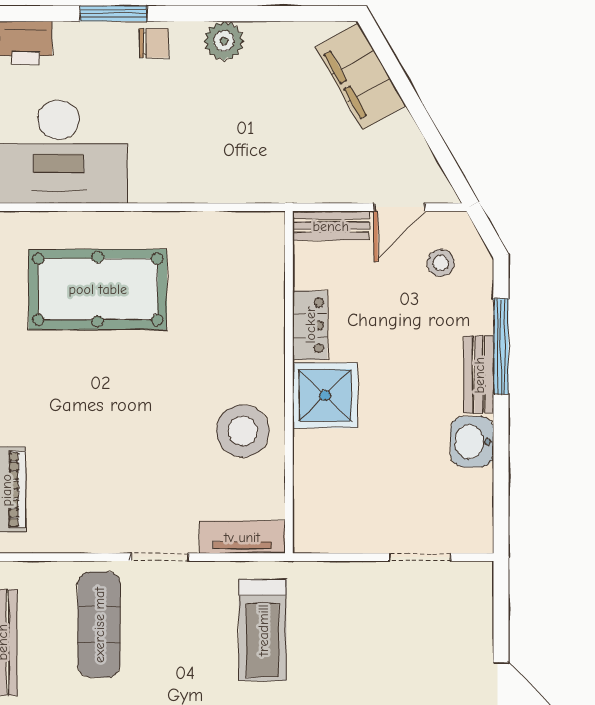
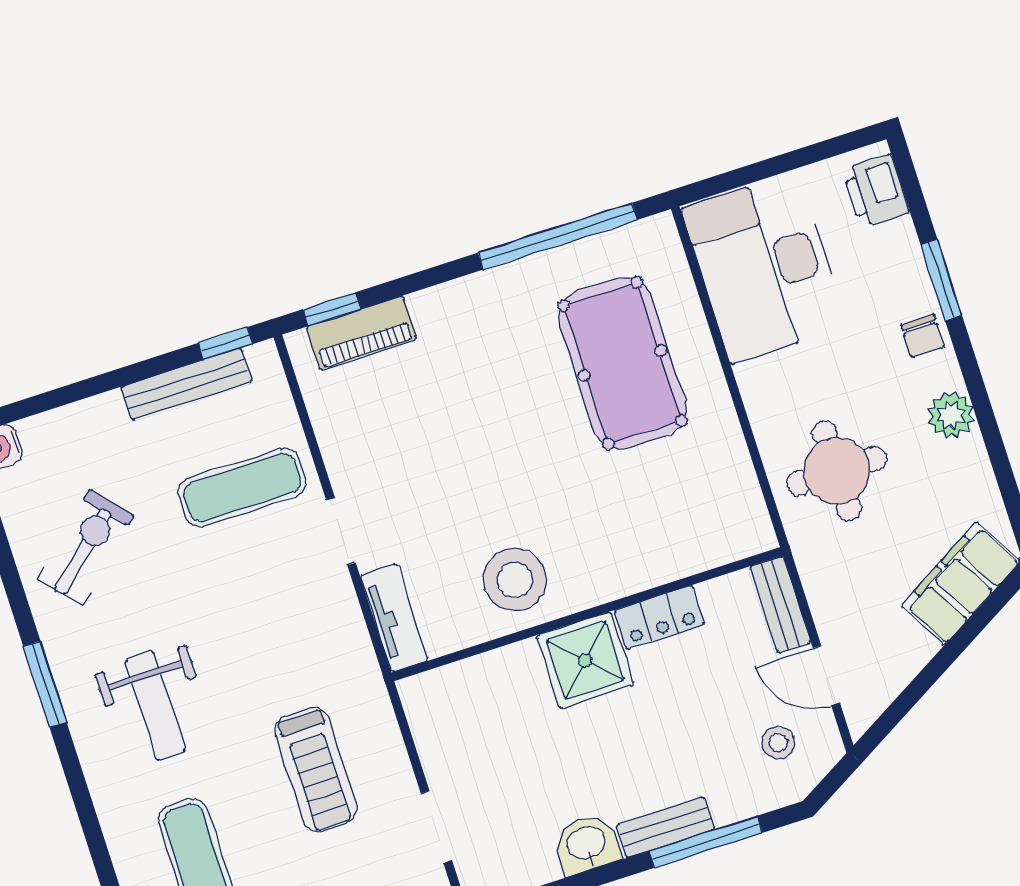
round table: (239, 146) -> (837, 471), added
treadmill: (263, 630) -> (316, 769), moved, turned -90

